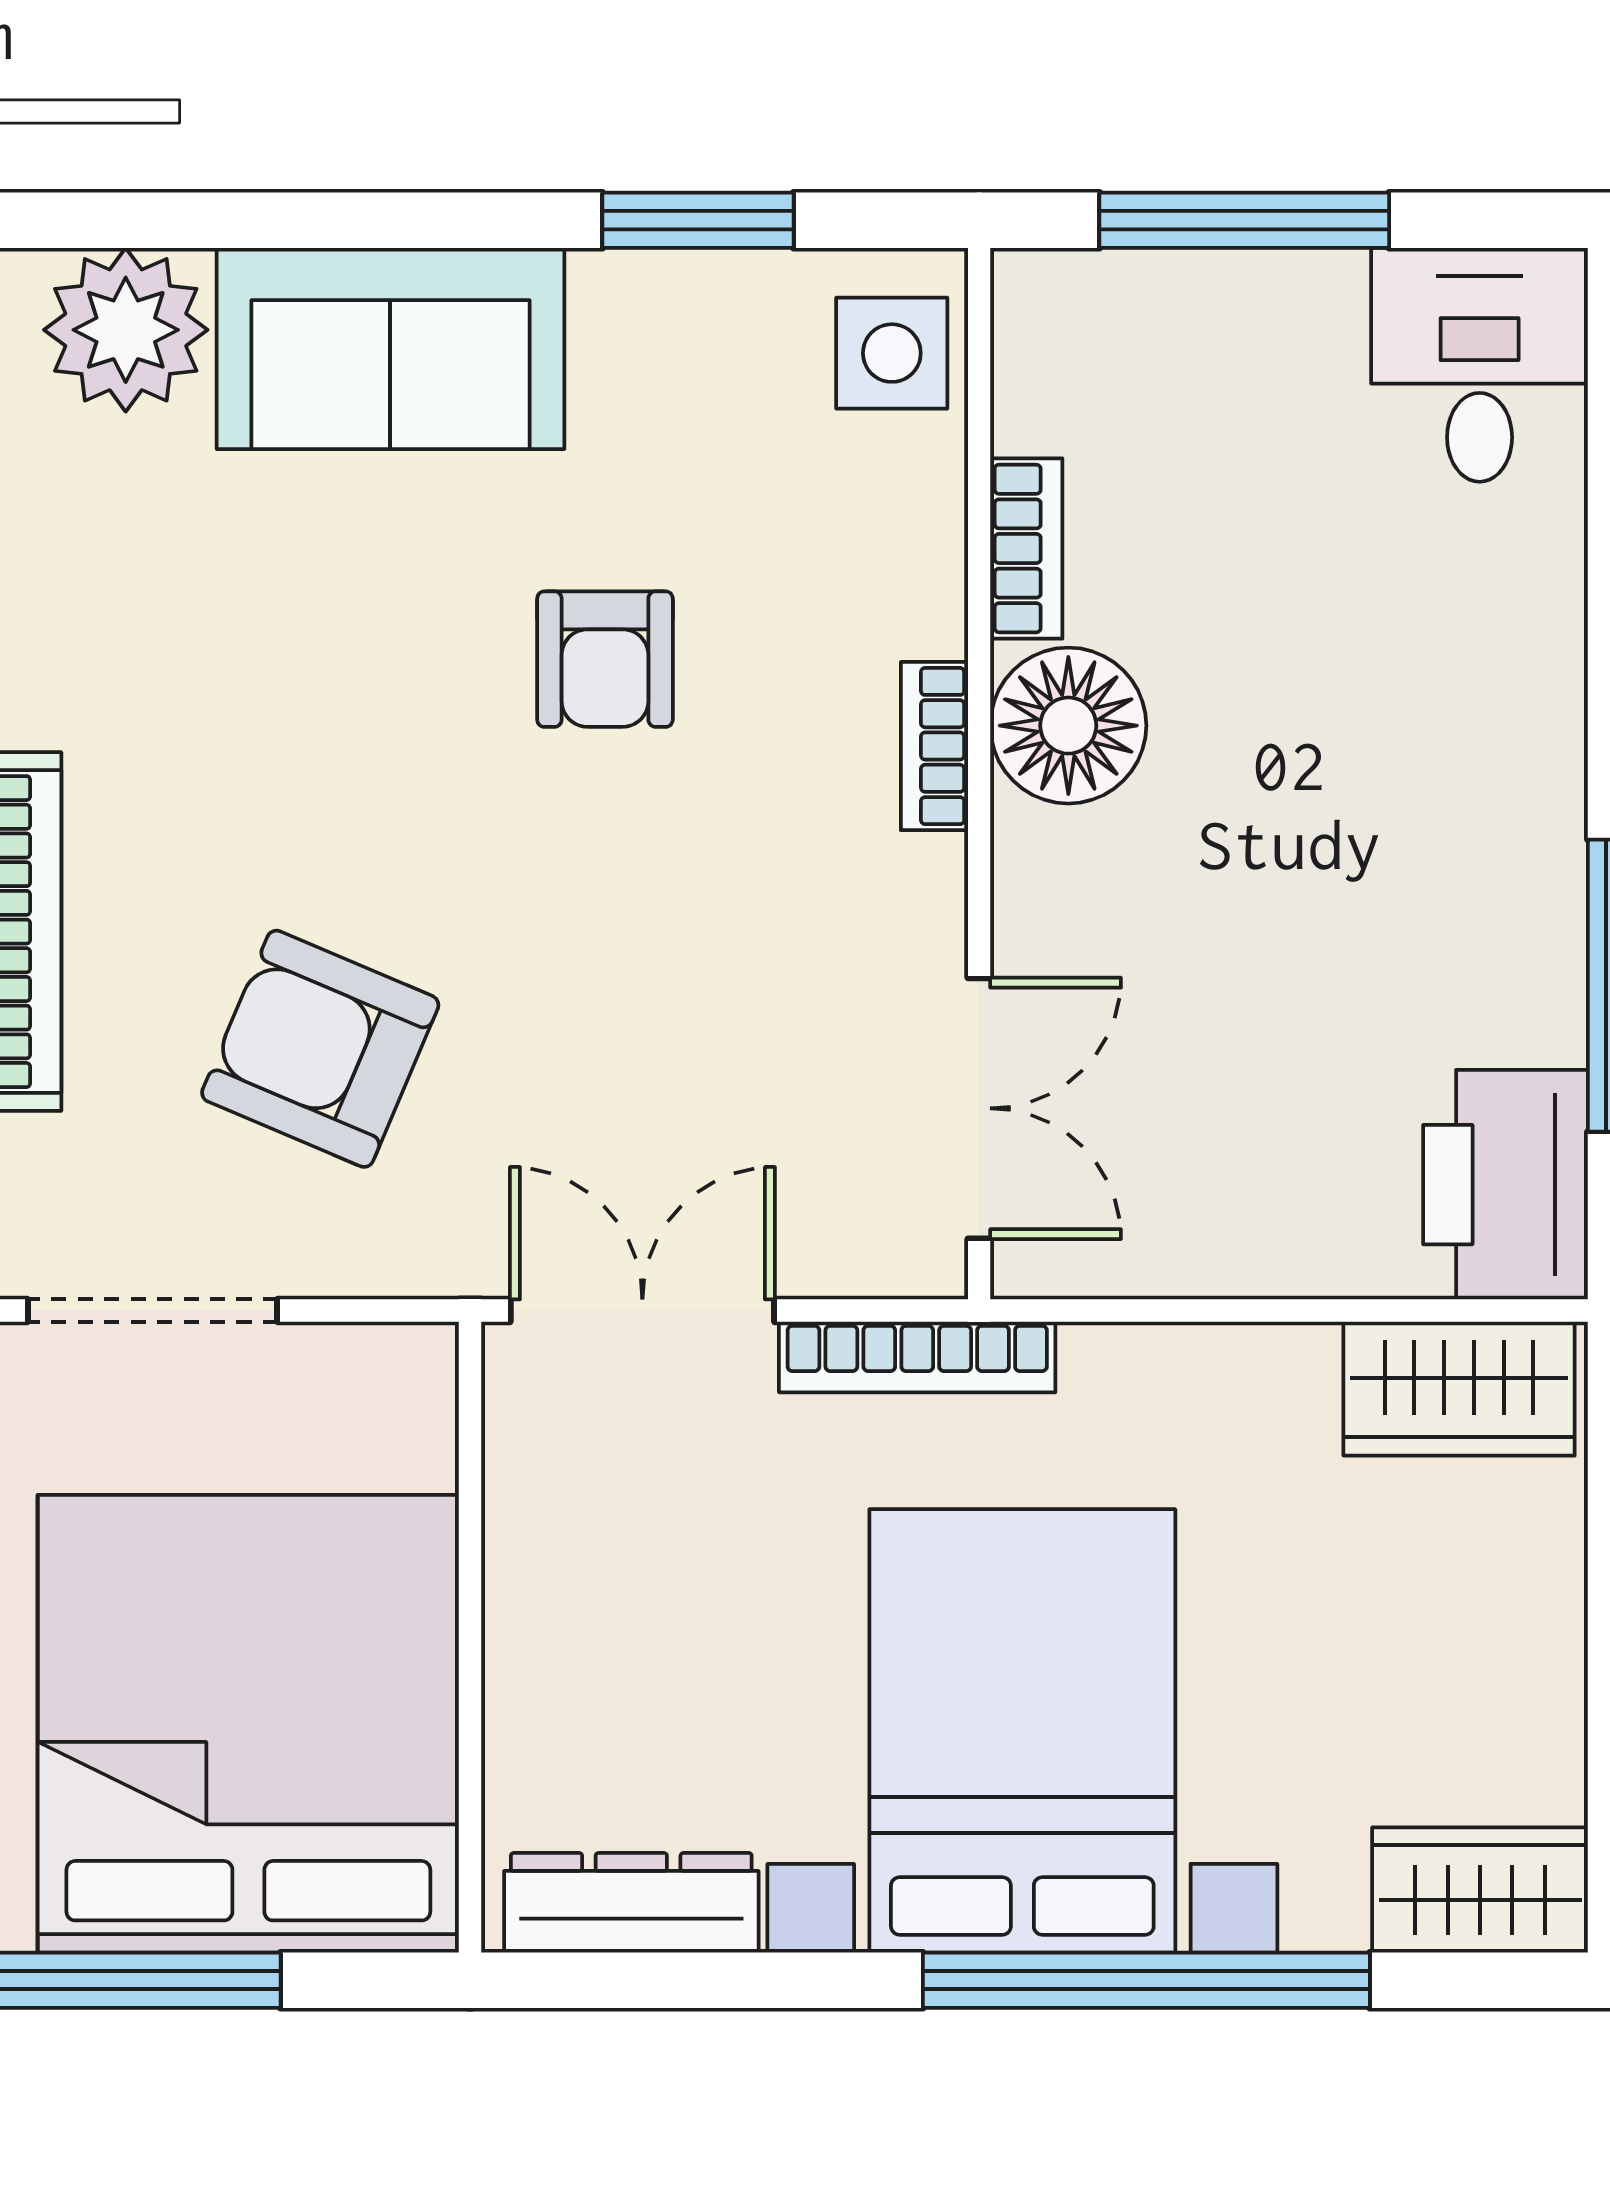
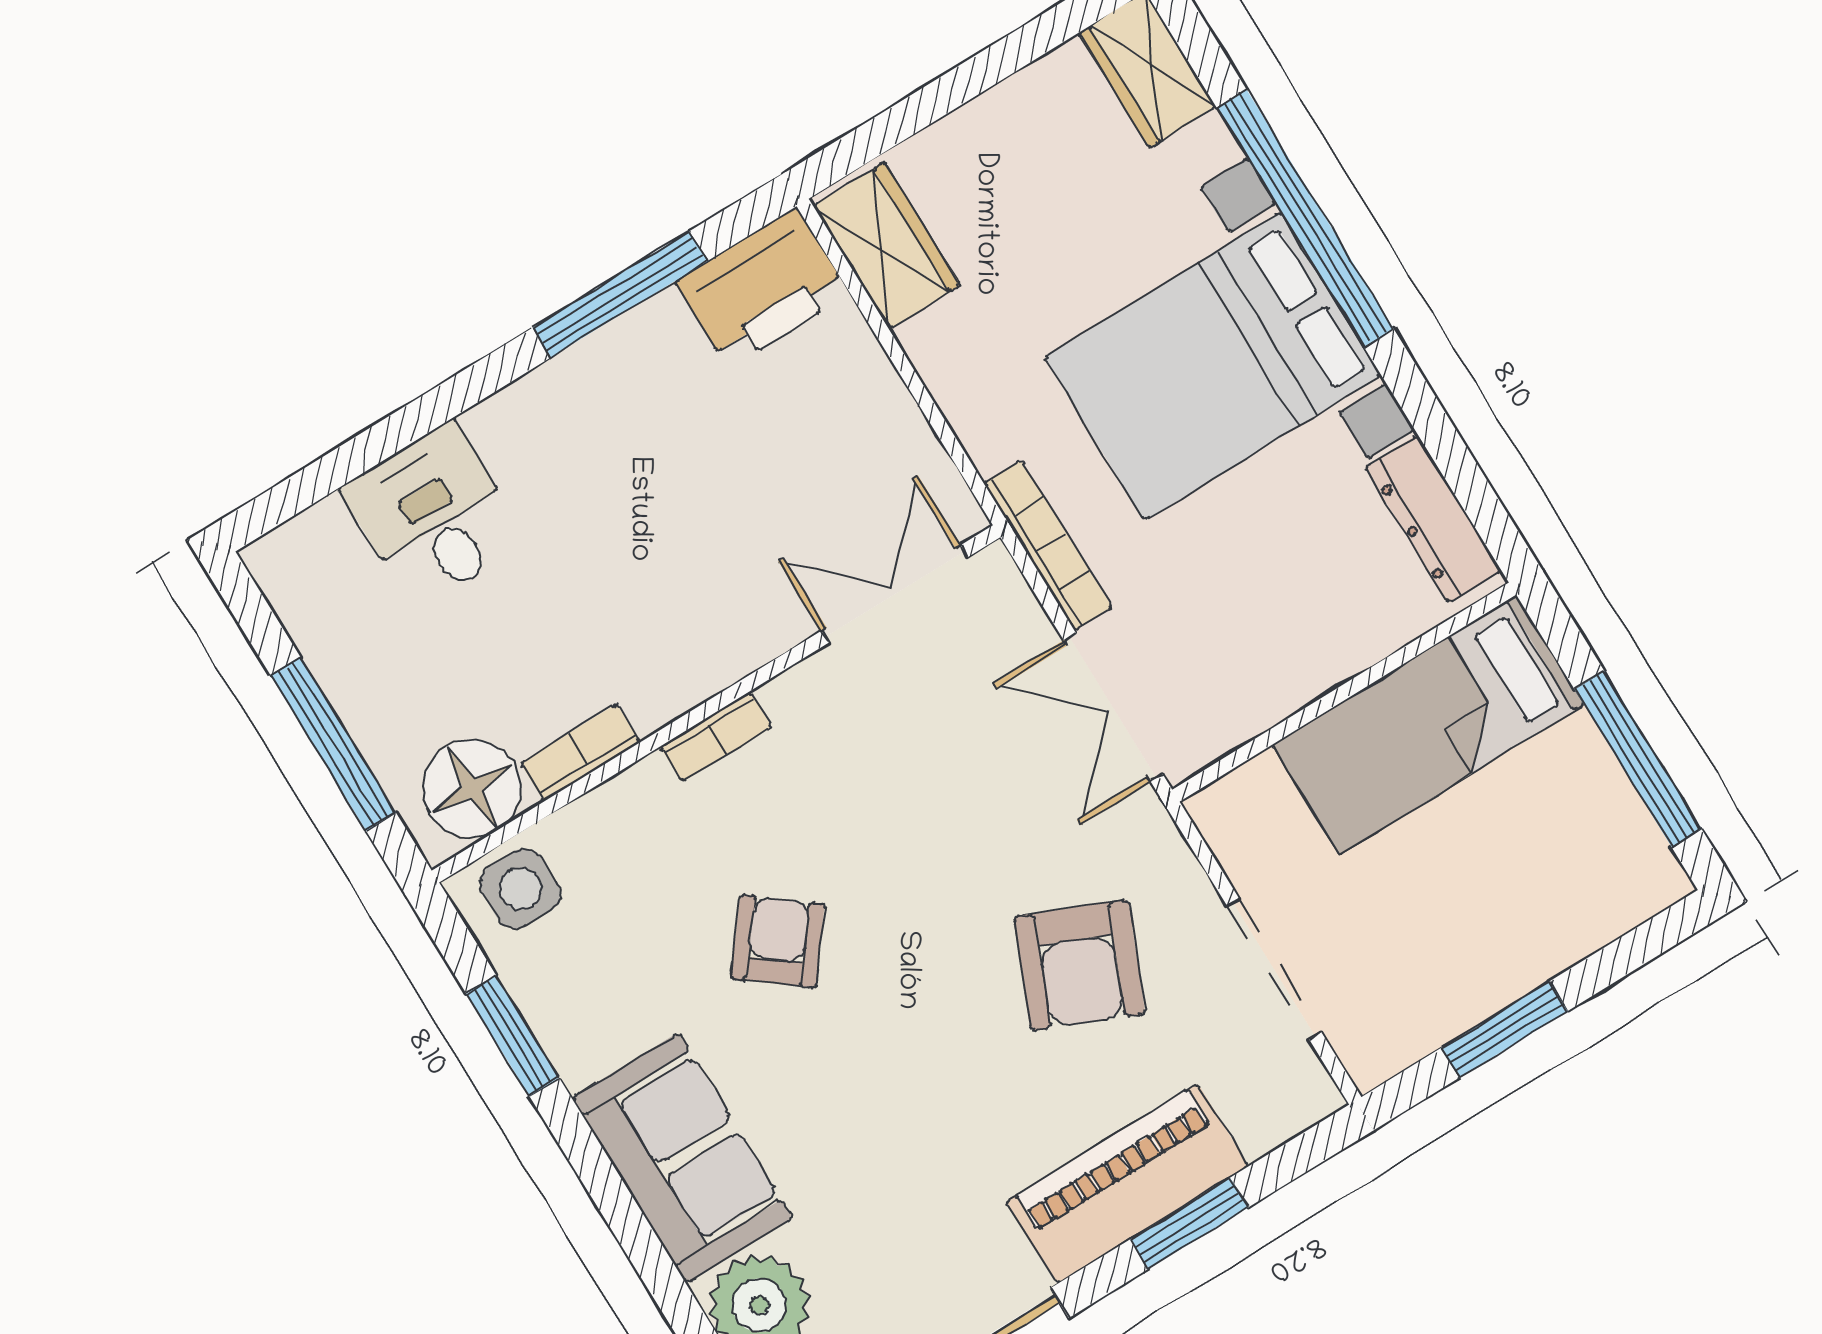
desk: (1480, 365) -> (434, 515), moved, turned 90
armchair: (605, 659) -> (778, 941), turned -52
floor lamp: (1068, 726) -> (472, 788), moved
bed: (248, 1724) -> (1428, 725), width x0.49

